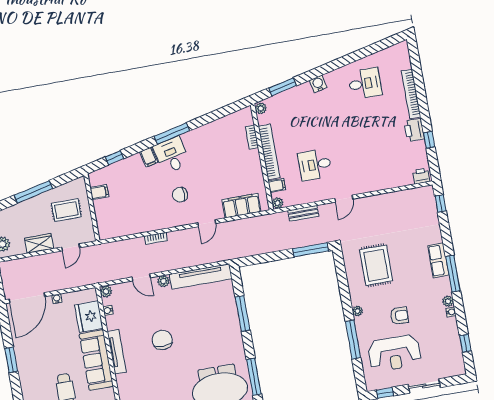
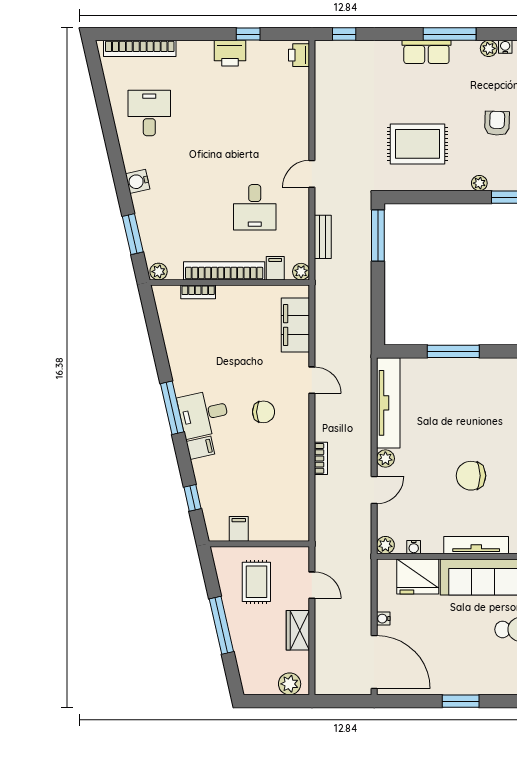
bookcase: (411, 94) -> (140, 48), moved
chair: (180, 195) -> (264, 412), turned -90
door: (344, 199) -> (312, 174), swing flipped

